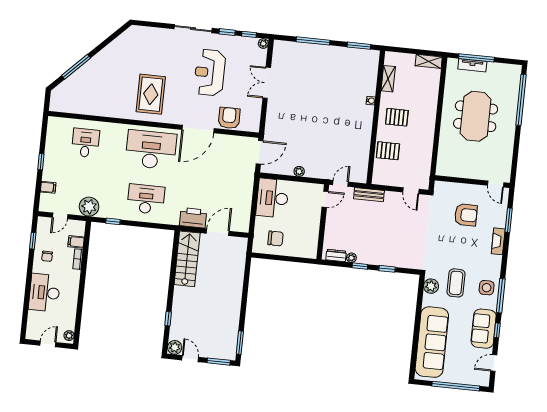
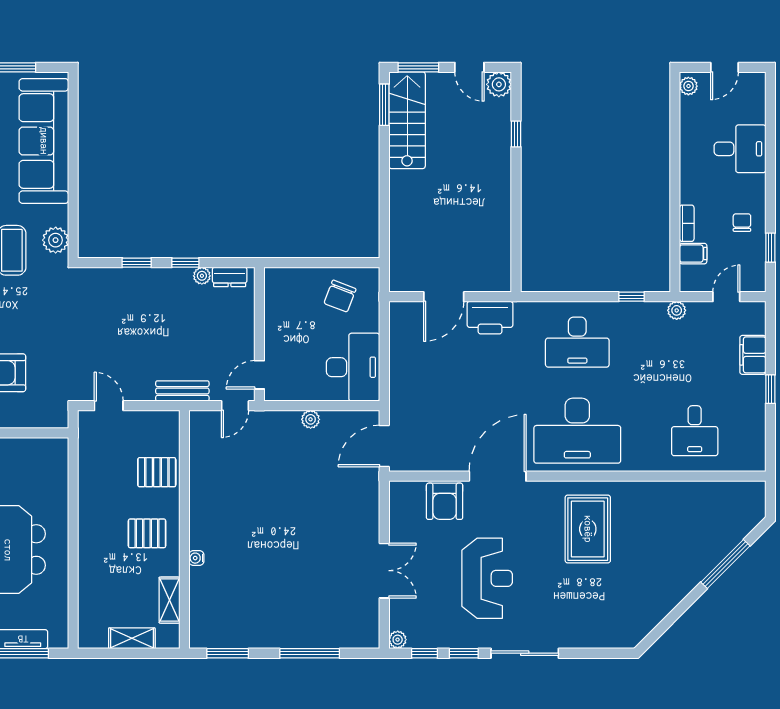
shelving: (429, 61) -> (132, 638), moved
filing cabinet: (48, 187) -> (753, 355), width x2.00
plant: (89, 207) -> (677, 310), width x0.53, depth x0.53
chair: (276, 238) -> (340, 296), turned -69
stairs: (187, 259) -> (407, 120), moved, turned 180
desk: (44, 293) -> (740, 149), width x0.73

